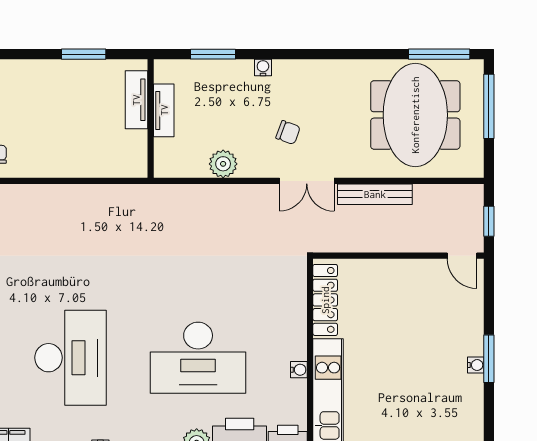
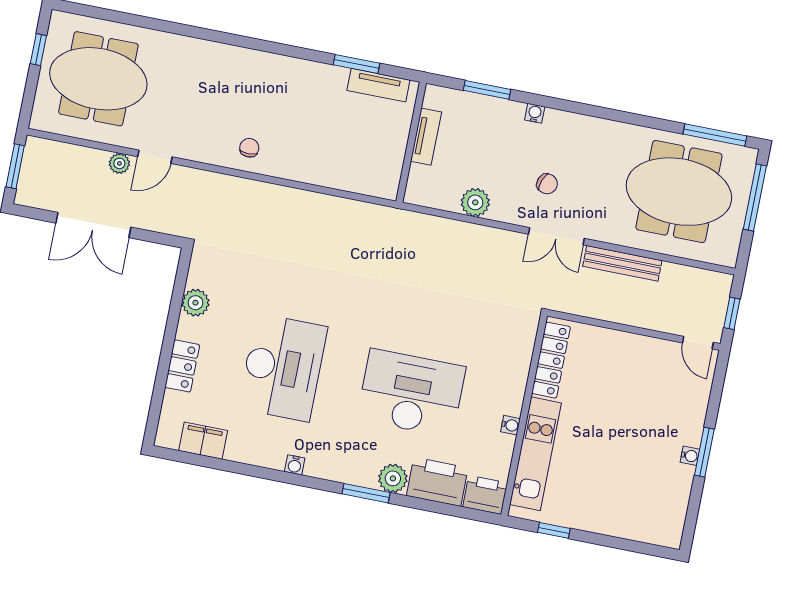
tv unit: (136, 100) -> (378, 85), moved, turned -90
meeting table: (415, 115) -> (679, 192), turned 90
desk: (198, 358) -> (411, 393), turned 180

